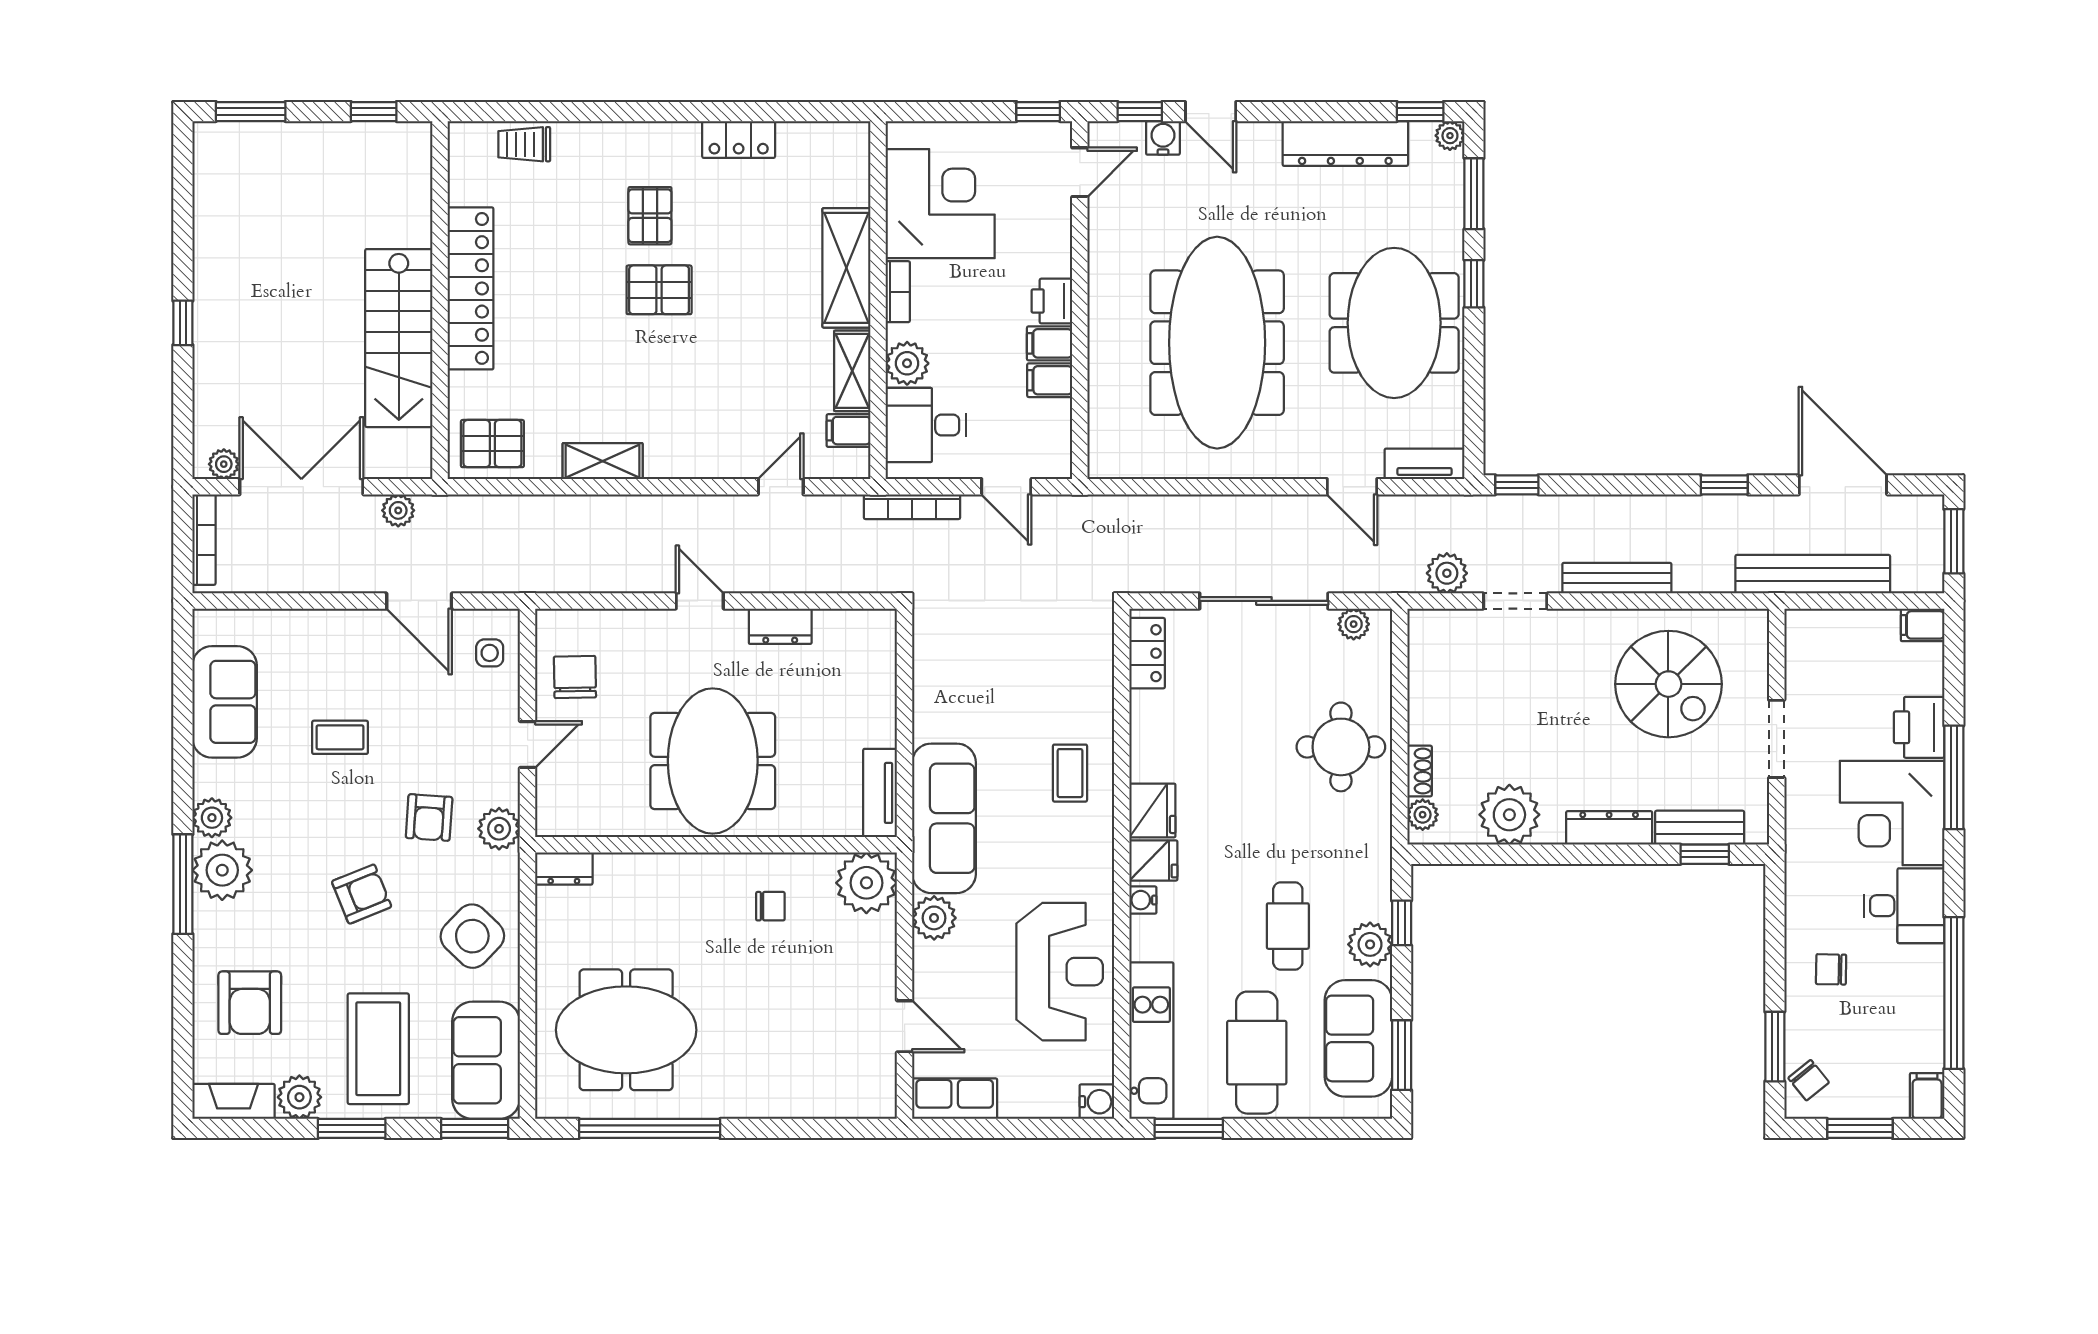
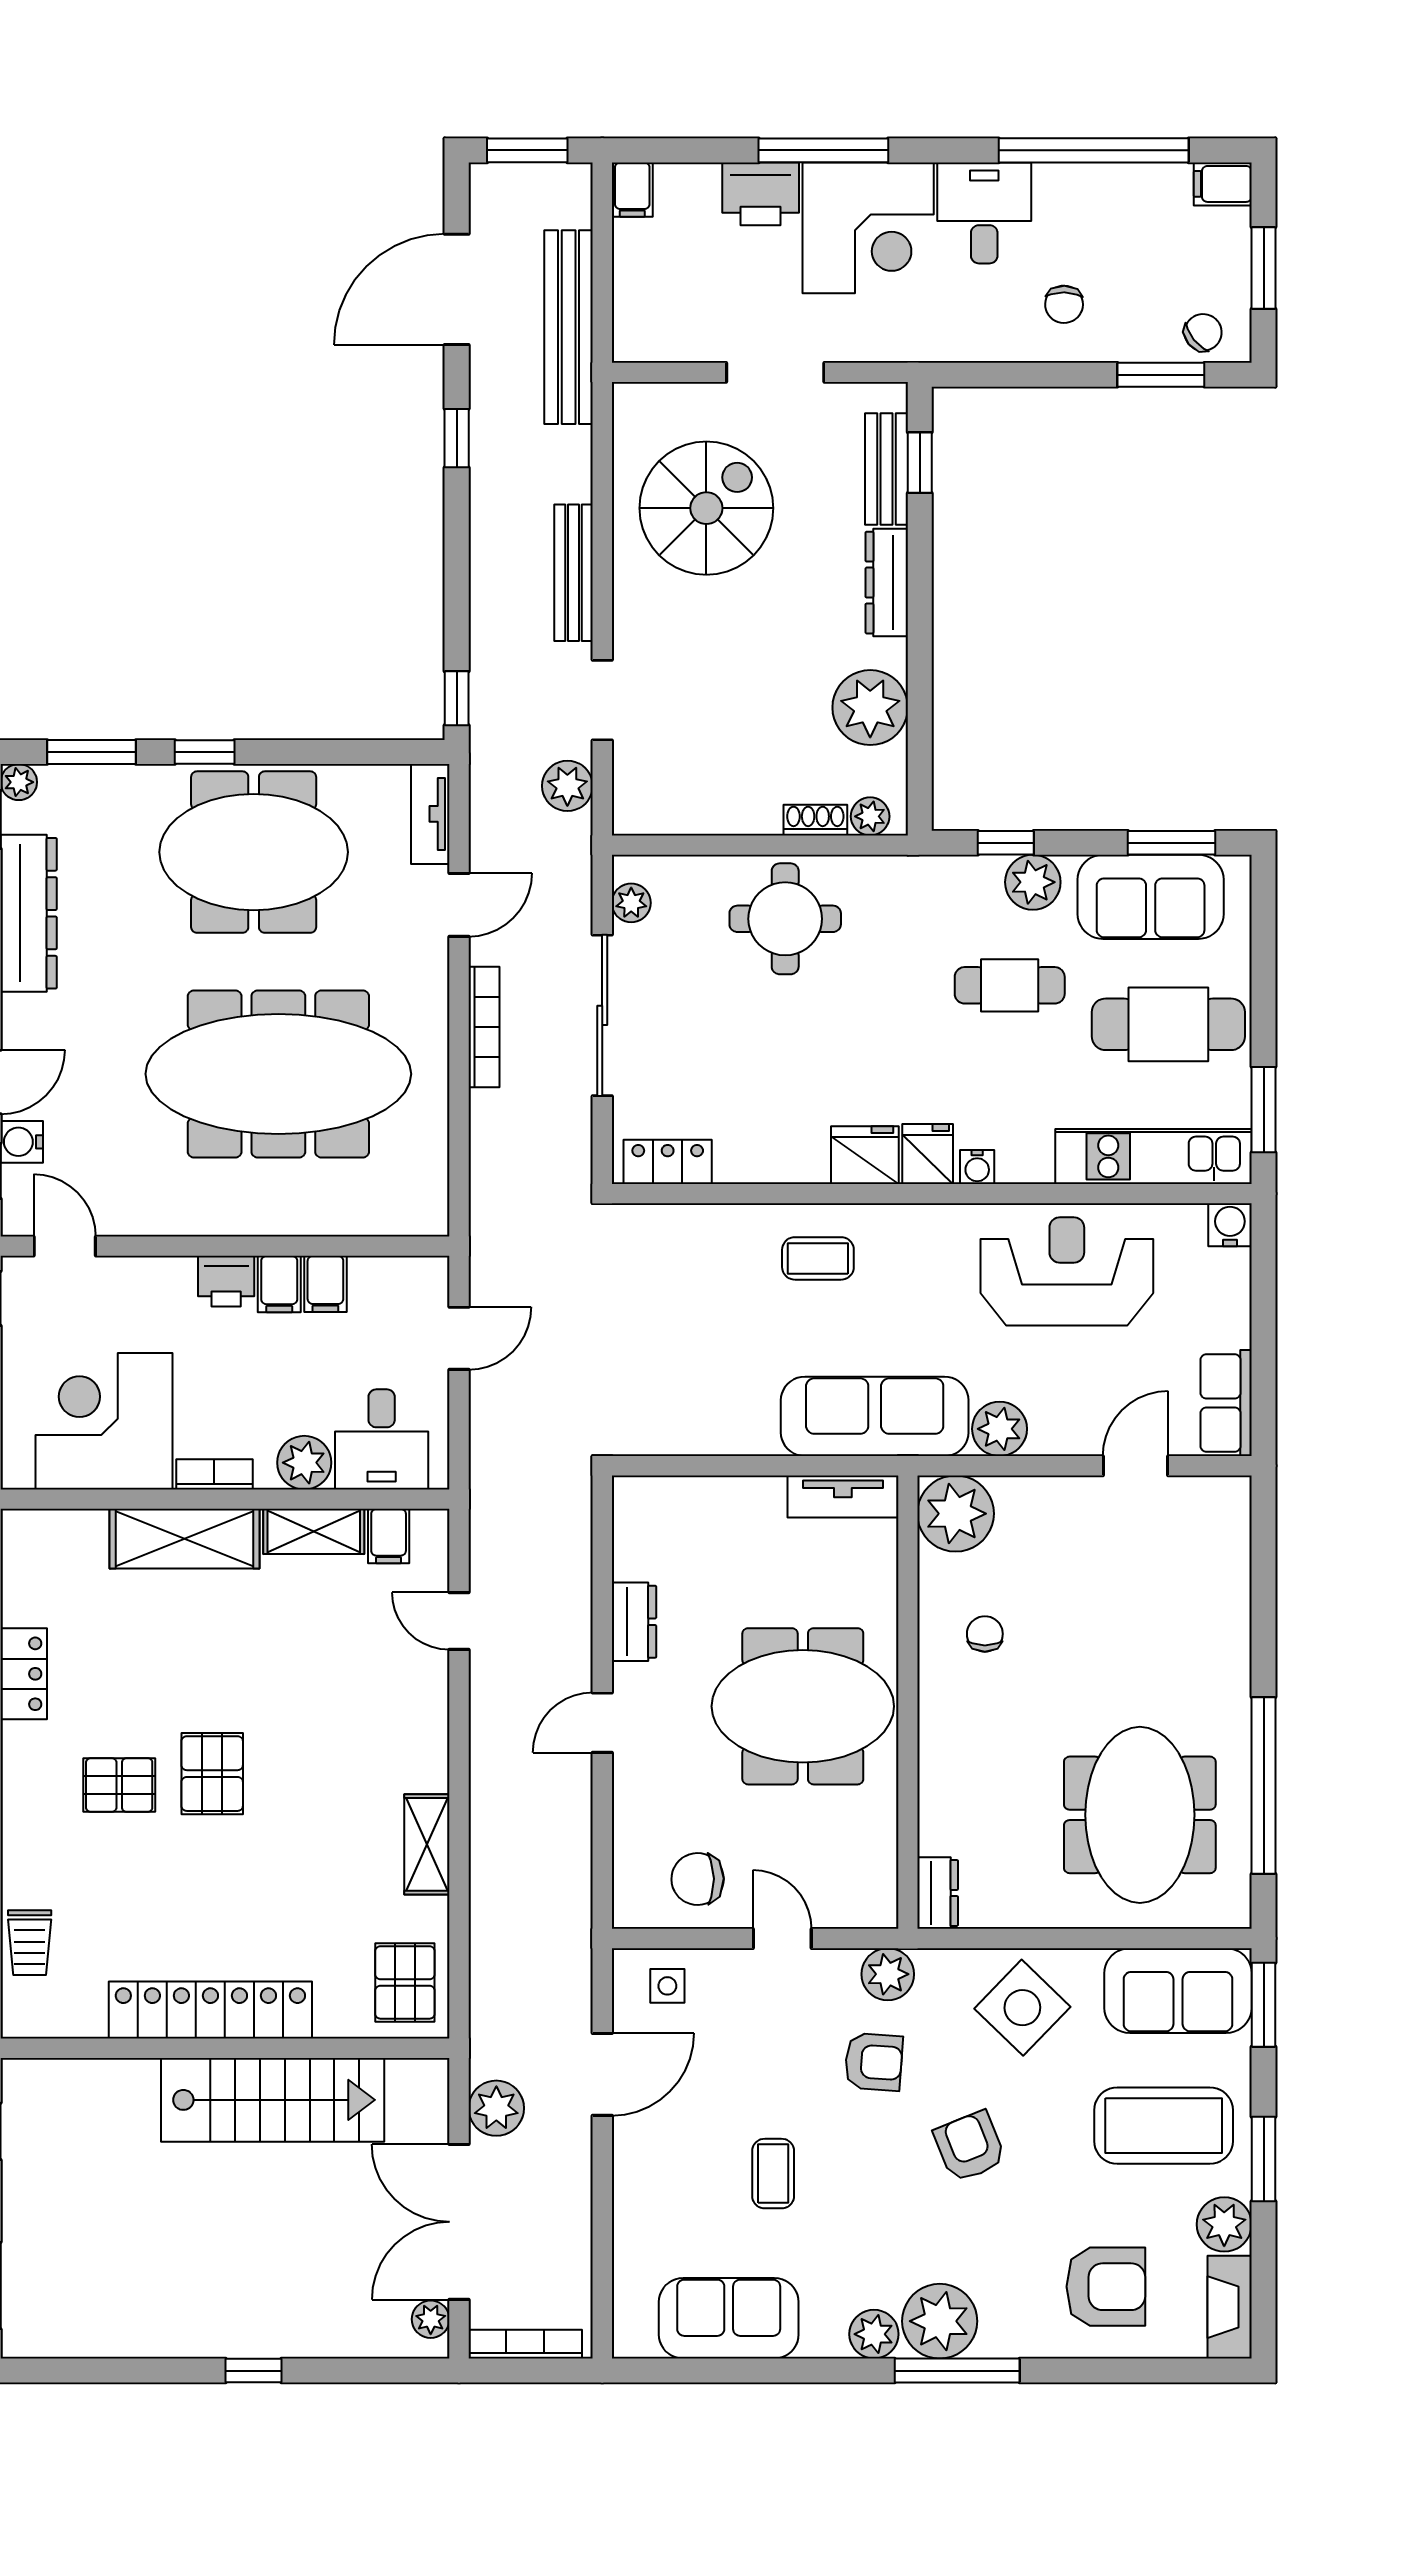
bookcase: (912, 507) -> (484, 1027), moved
plant: (398, 510) -> (496, 2108), width x1.38, depth x1.38

